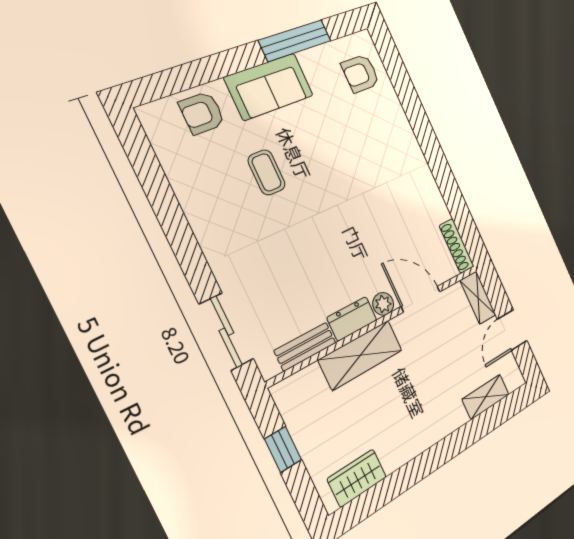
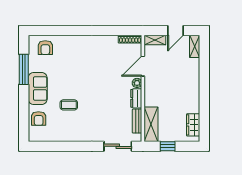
door: (512, 330) -> (176, 31), hinge flipped
shelving: (361, 355) -> (151, 124), moved
shelving: (486, 397) -> (195, 46), moved

